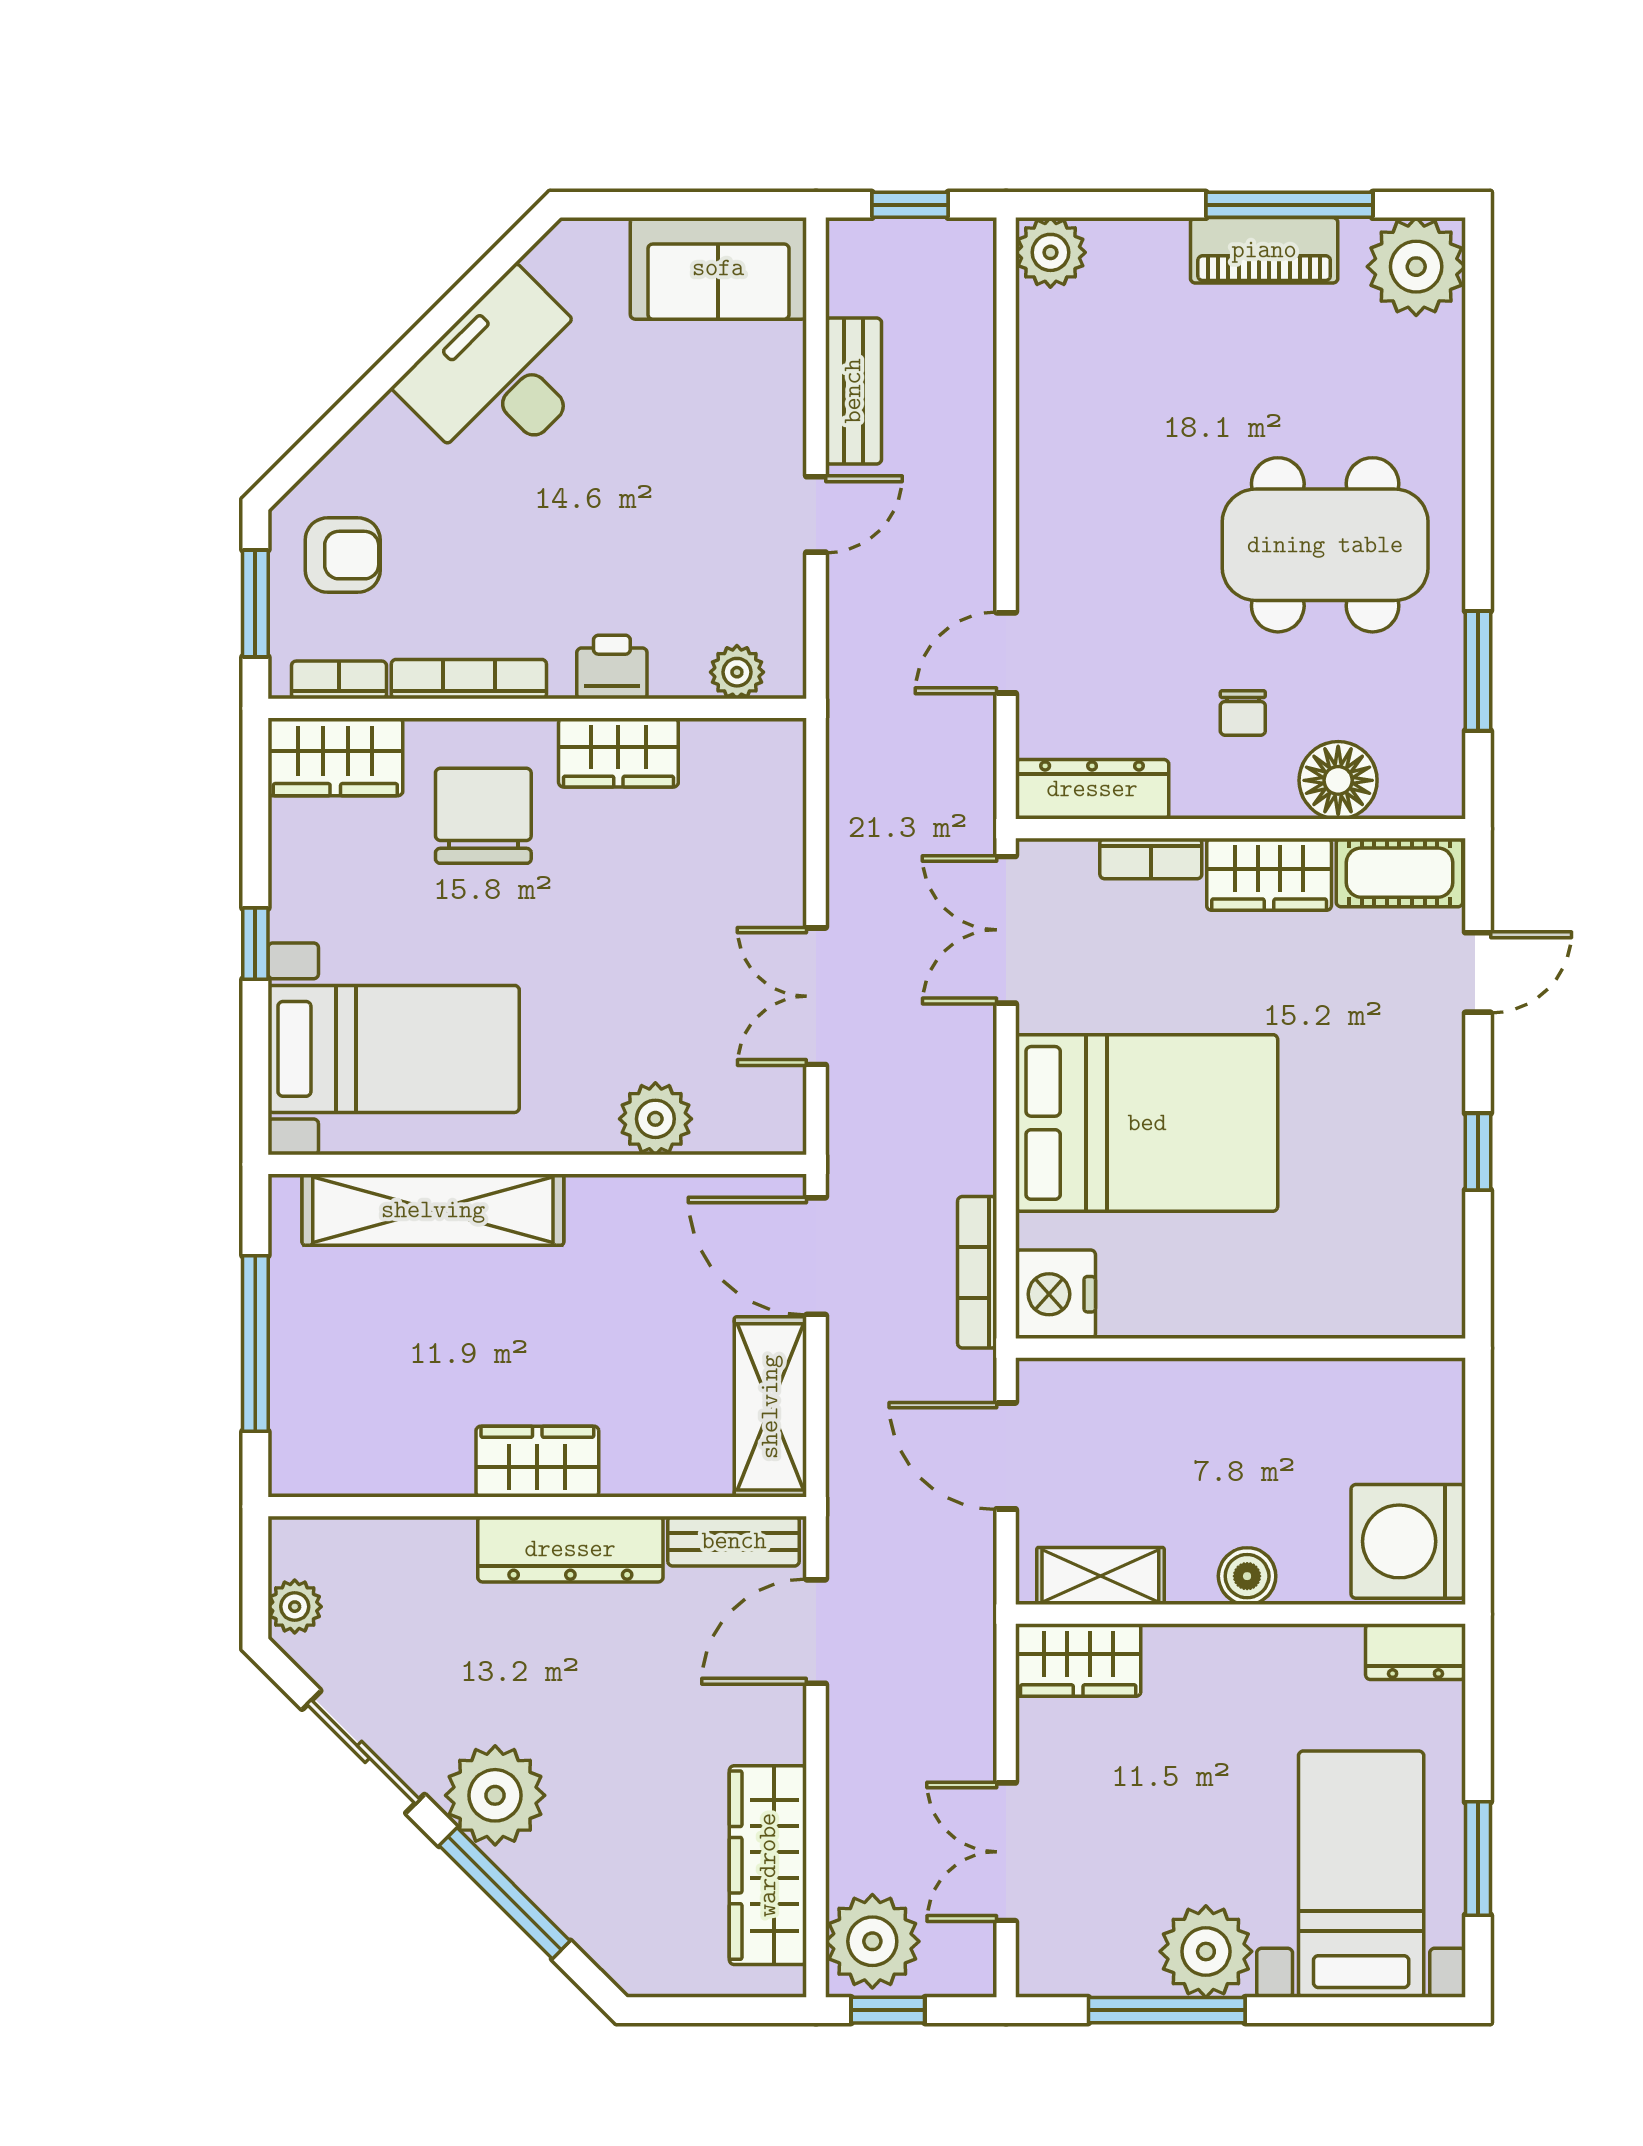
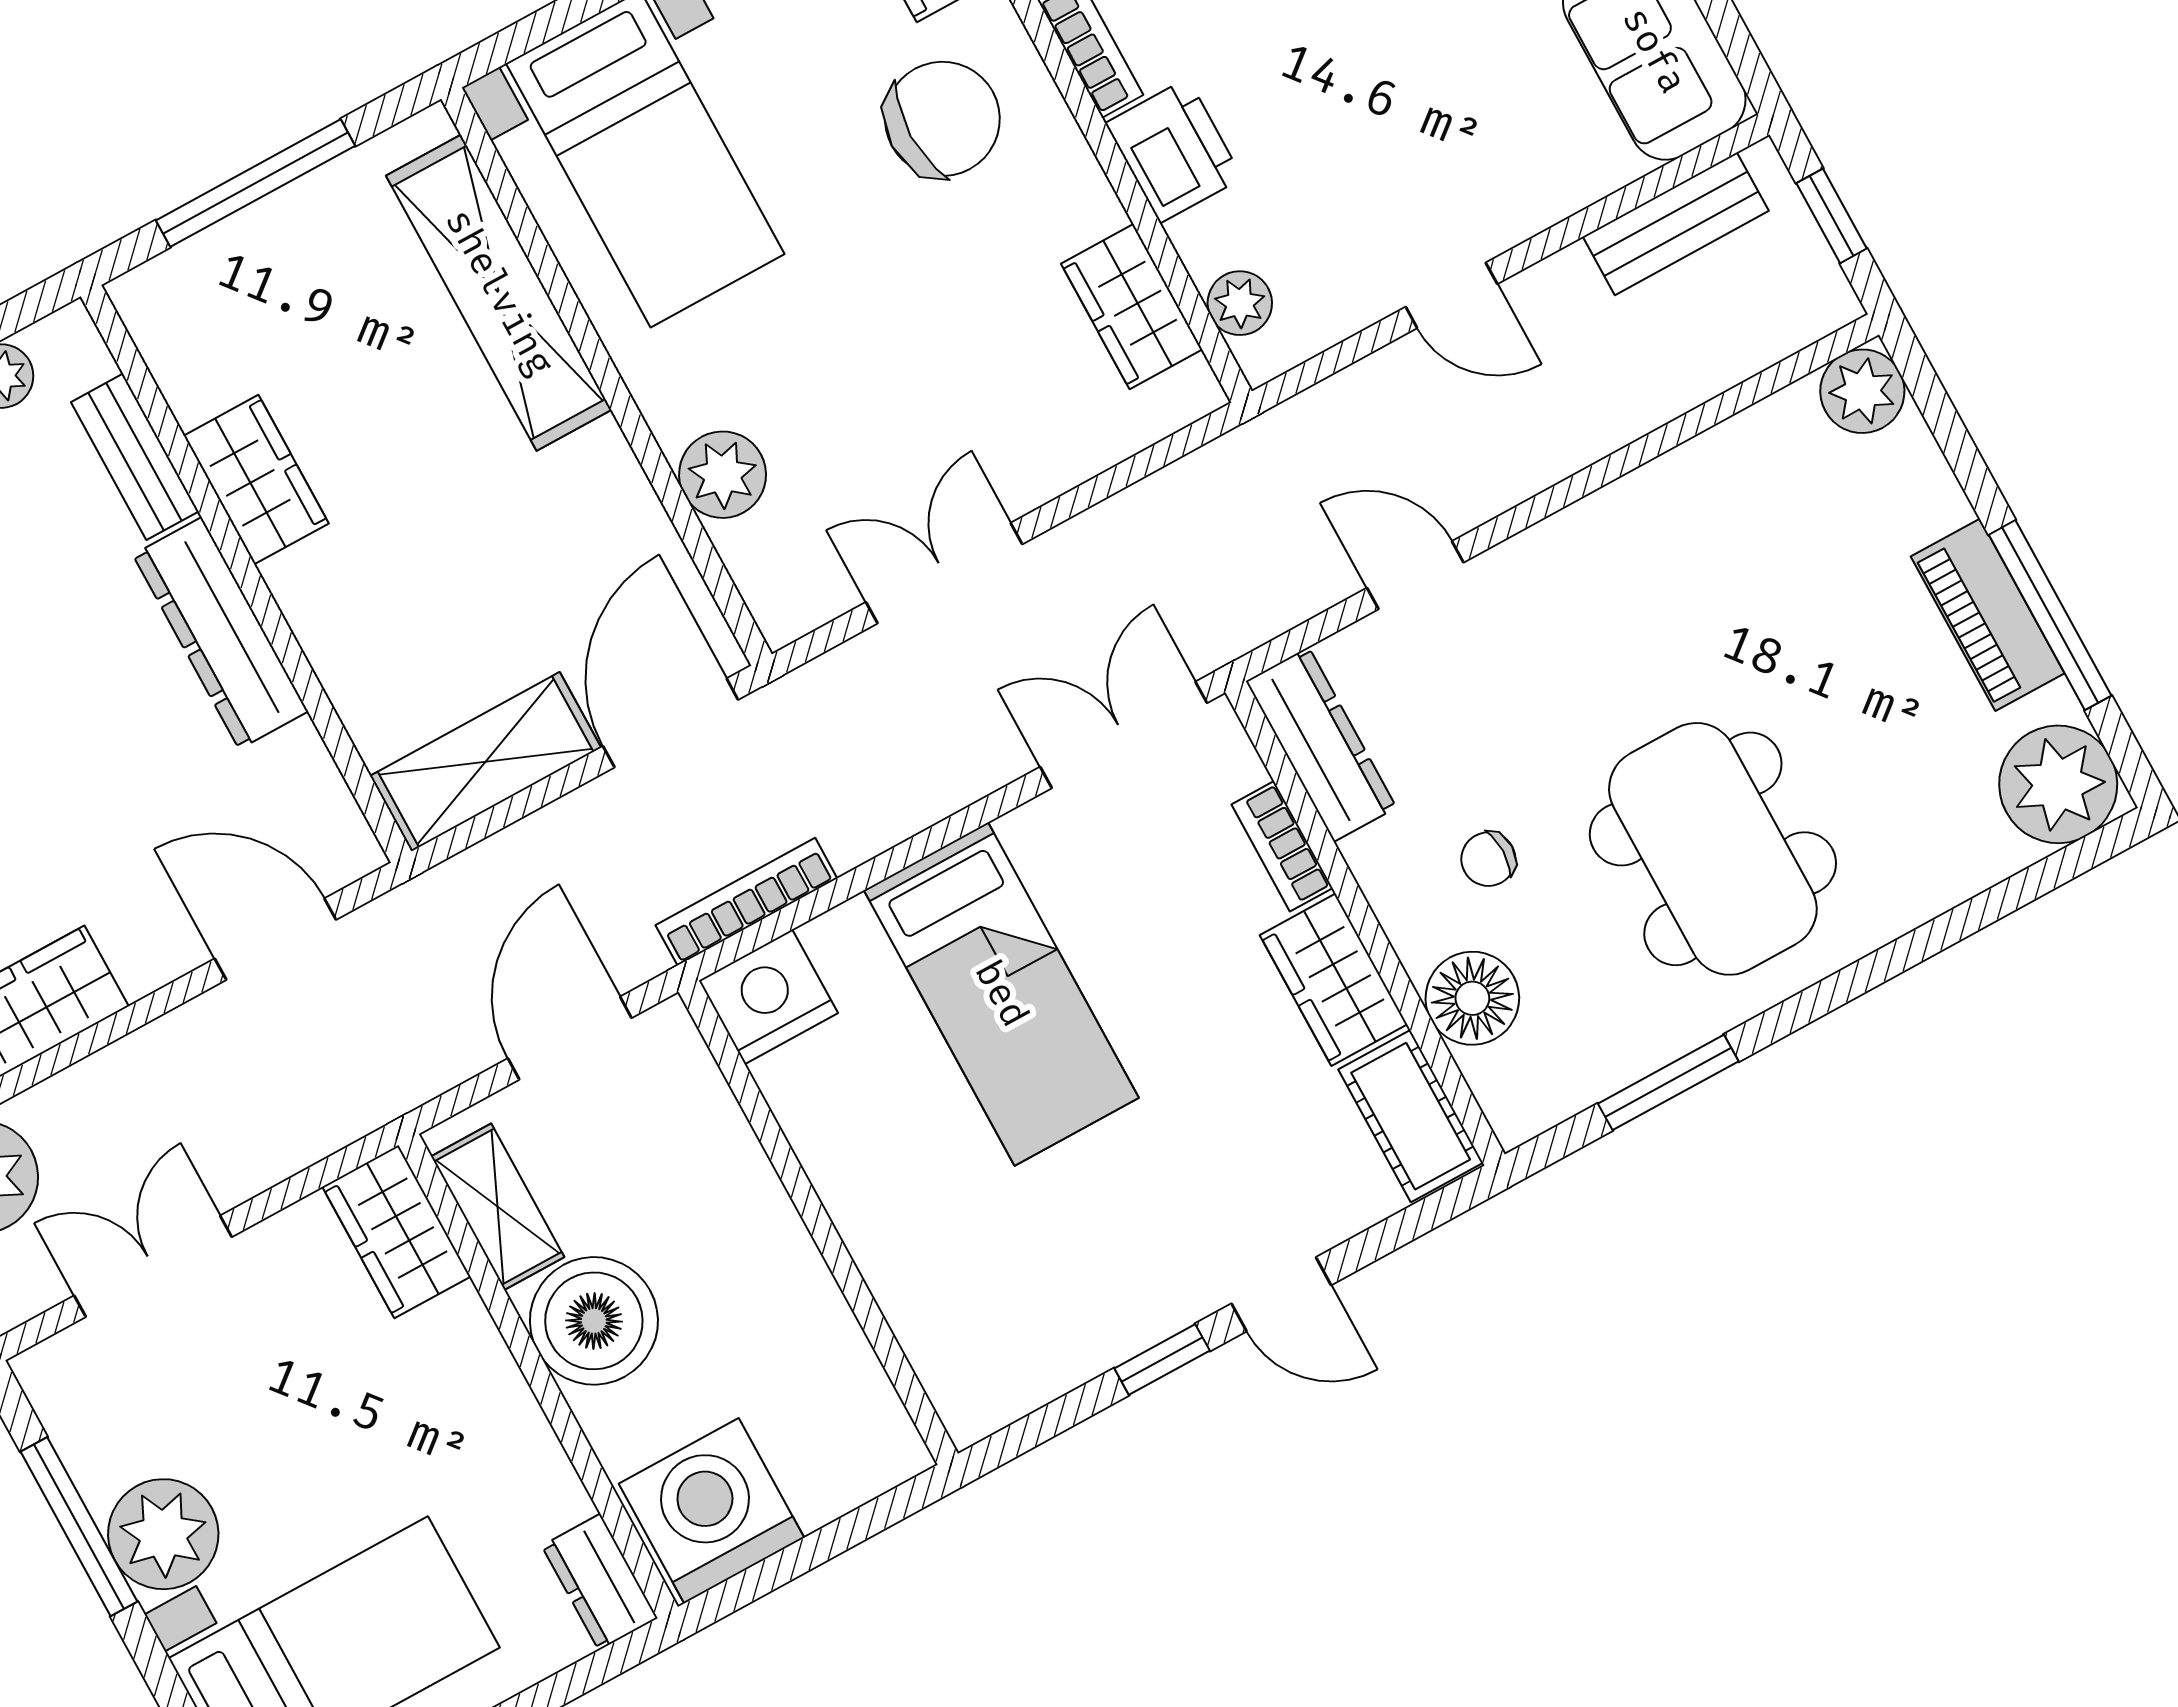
bench: (853, 391) -> (1676, 224), moved
printer: (612, 667) -> (1174, 151), width x1.36, depth x1.24
wardrobe: (618, 753) -> (1132, 307), moved
door: (1478, 972) -> (1281, 1294), moved
bed: (1147, 1123) -> (1001, 994), width x0.67
wardrobe: (537, 1462) -> (256, 480), moved
bench: (734, 1541) -> (135, 457), moved
boiler: (1247, 1576) -> (594, 1321), width x1.86, depth x1.86

